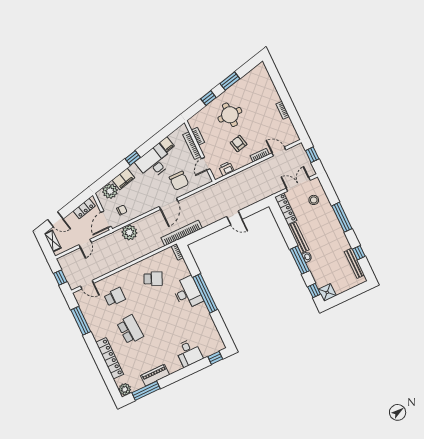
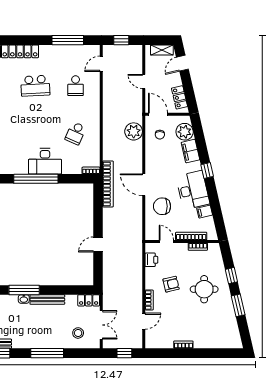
locker: (286, 209) -> (89, 300), width x0.66

